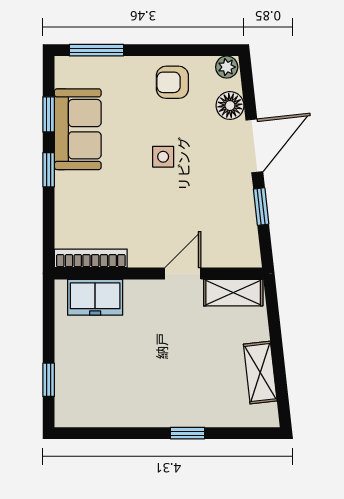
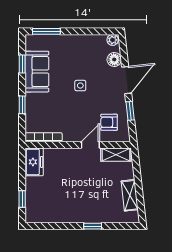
armchair: (172, 82) -> (109, 122), moved
window: (49, 170) -> (22, 105), moved
freezer: (95, 297) -> (34, 162), moved, turned -90

